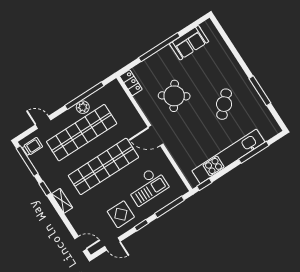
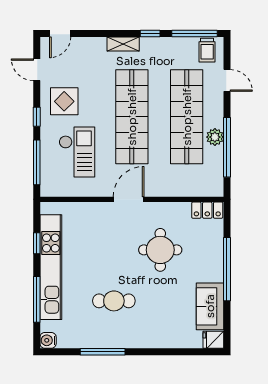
fridge: (208, 27) -> (213, 340), added
round table: (174, 96) -> (160, 250), turned -35
cafe table: (224, 104) -> (114, 301), turned -44
door: (43, 122) -> (227, 80), hinge flipped
water cooler: (275, 129) -> (48, 340), added
window: (204, 184) -> (37, 243), moved
checkout: (147, 186) -> (77, 152), turned 180
door: (112, 244) -> (37, 70), hinge flipped

